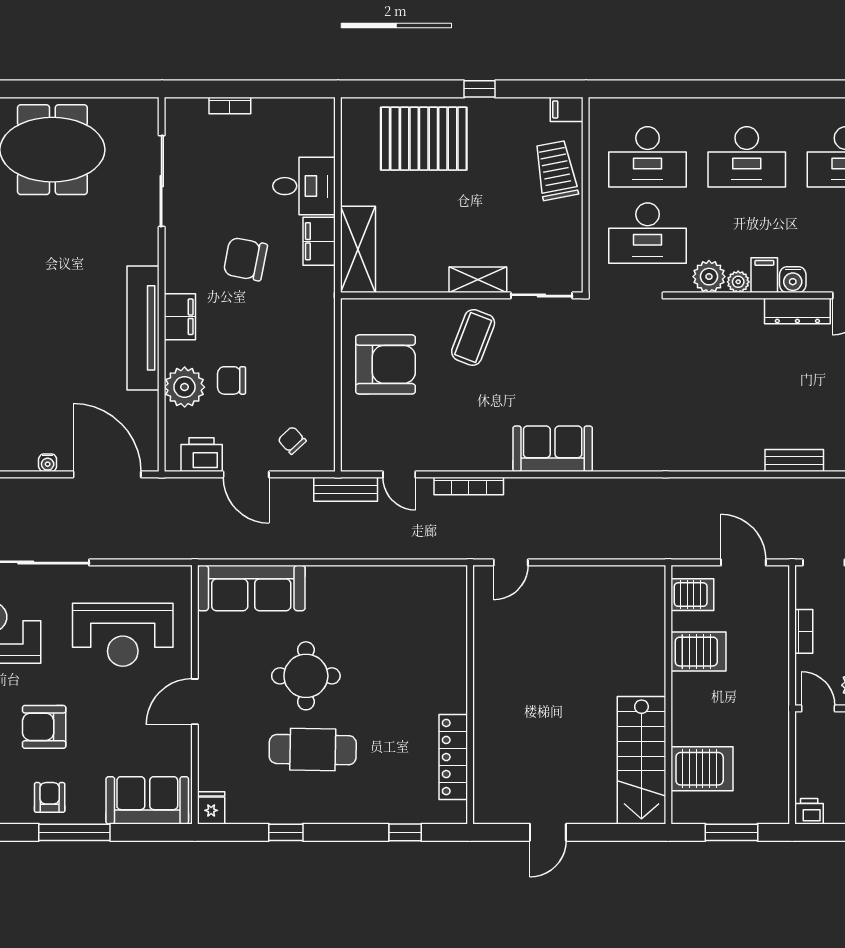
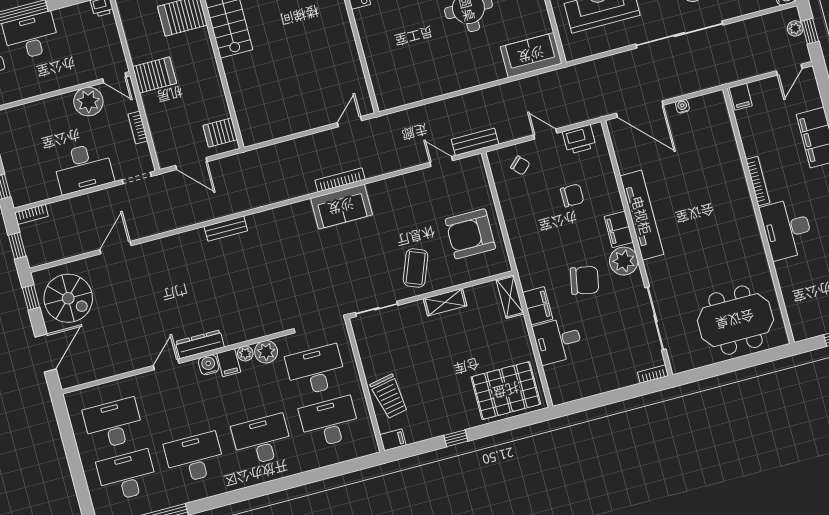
bookcase: (230, 105) -> (653, 374), moved
pallet: (424, 139) -> (506, 391), moved
shelving: (358, 249) -> (510, 297), width x0.67, depth x0.75
shelving: (478, 280) -> (445, 302), moved
plant: (185, 387) -> (624, 261), moved
bench: (794, 461) -> (226, 229), moved
door: (246, 474) -> (545, 134), width x0.73
bookcase: (469, 486) -> (340, 180), moved
sofa: (251, 588) -> (531, 55), width x0.73
server rack: (699, 652) -> (154, 75), moved, turned 180

